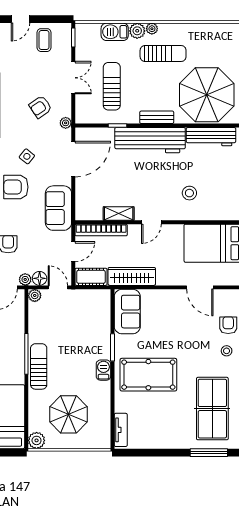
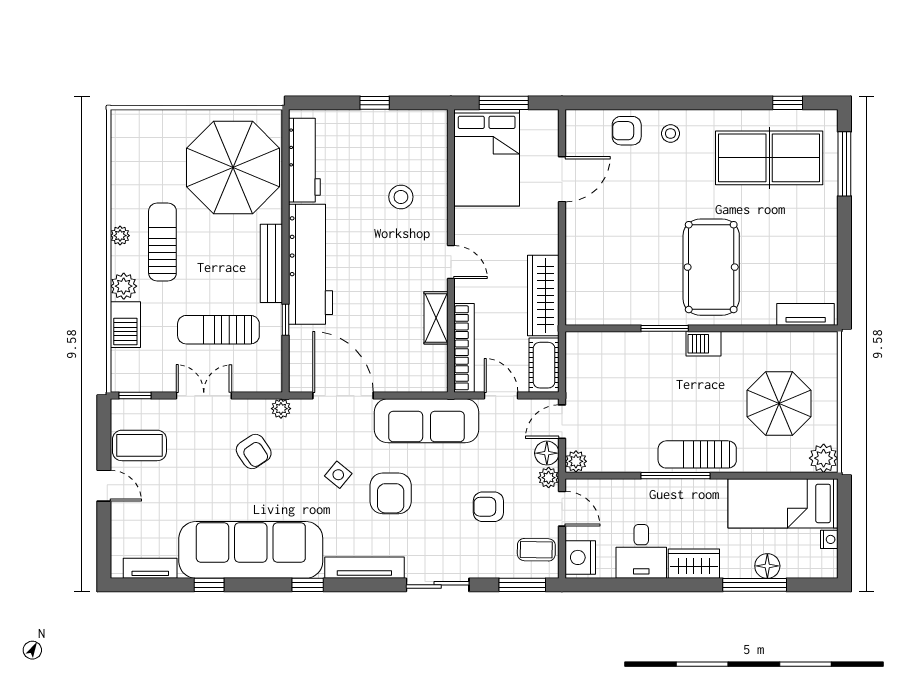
plant: (152, 29) -> (120, 236), moved
coffee table: (44, 40) -> (139, 445), width x1.36, depth x1.30
bench: (157, 117) -> (271, 263), width x1.36
sofa: (58, 208) -> (427, 421), width x1.36
sofa: (127, 312) -> (603, 303), removed

